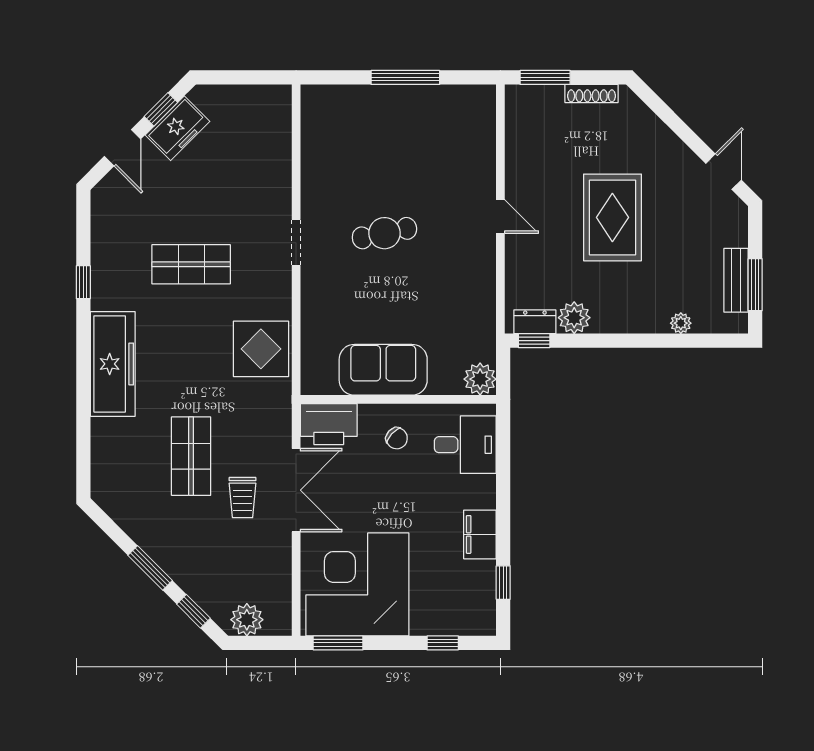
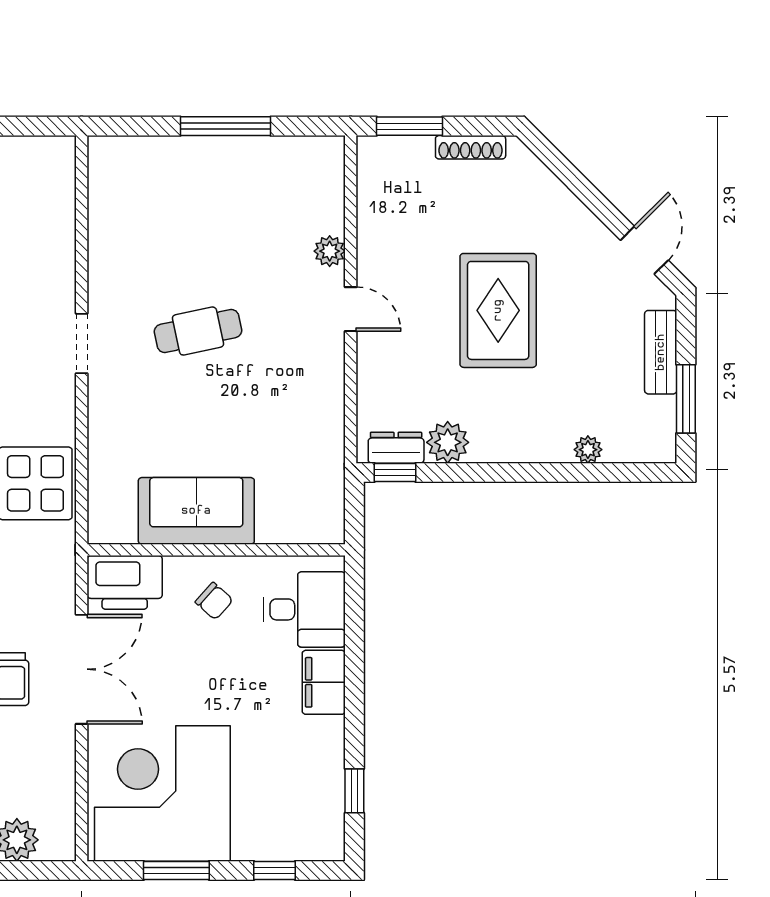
bench: (736, 280) -> (661, 352), moved
plant: (480, 379) -> (330, 251), moved, width x0.73, depth x0.73
filing cabinet: (480, 534) -> (324, 682), moved
window: (338, 643) -> (176, 870), moved

